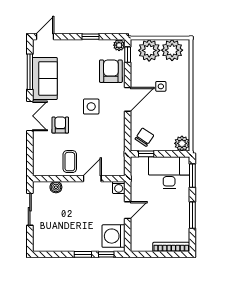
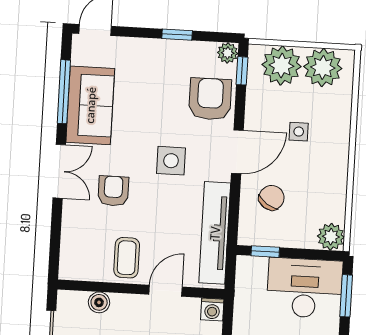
chair: (144, 137) -> (272, 198), moved
tv unit: (118, 145) -> (215, 233), added

